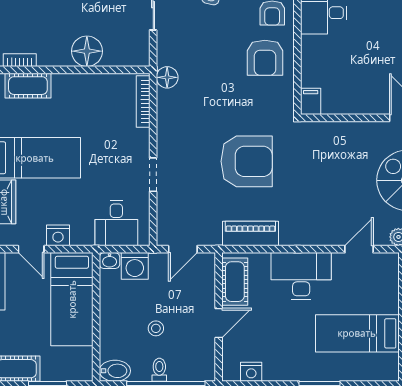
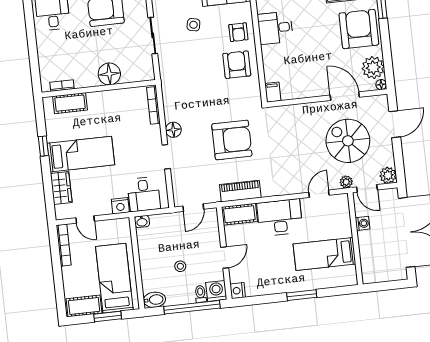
armchair: (265, 58) -> (237, 65), turned 180
floor lamp: (167, 77) -> (173, 130), moved
nightstand: (58, 235) -> (120, 206), moved
washing machine: (135, 266) -> (216, 291), moved, turned 180
cot: (235, 282) -> (239, 214), moved, turned 90
bed: (72, 299) -> (114, 278), moved, turned 180
toilet: (159, 370) -> (200, 294), moved
nightstand: (251, 372) -> (238, 291), moved, turned 90

